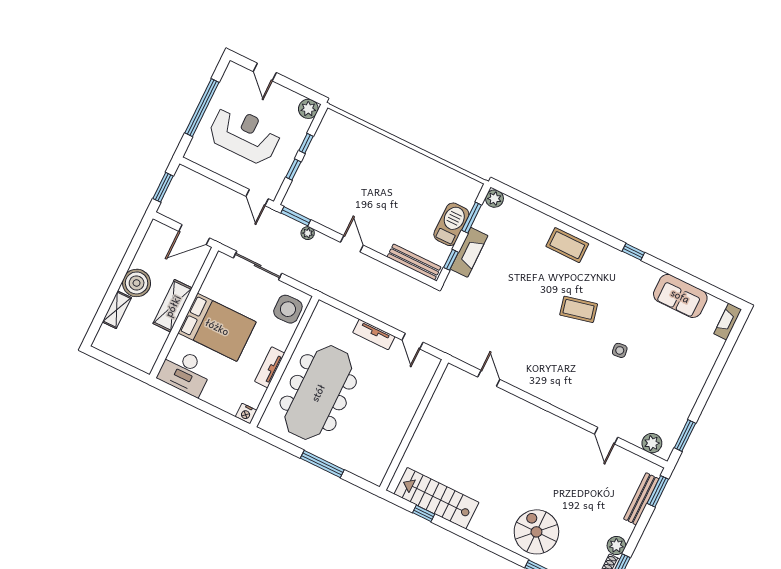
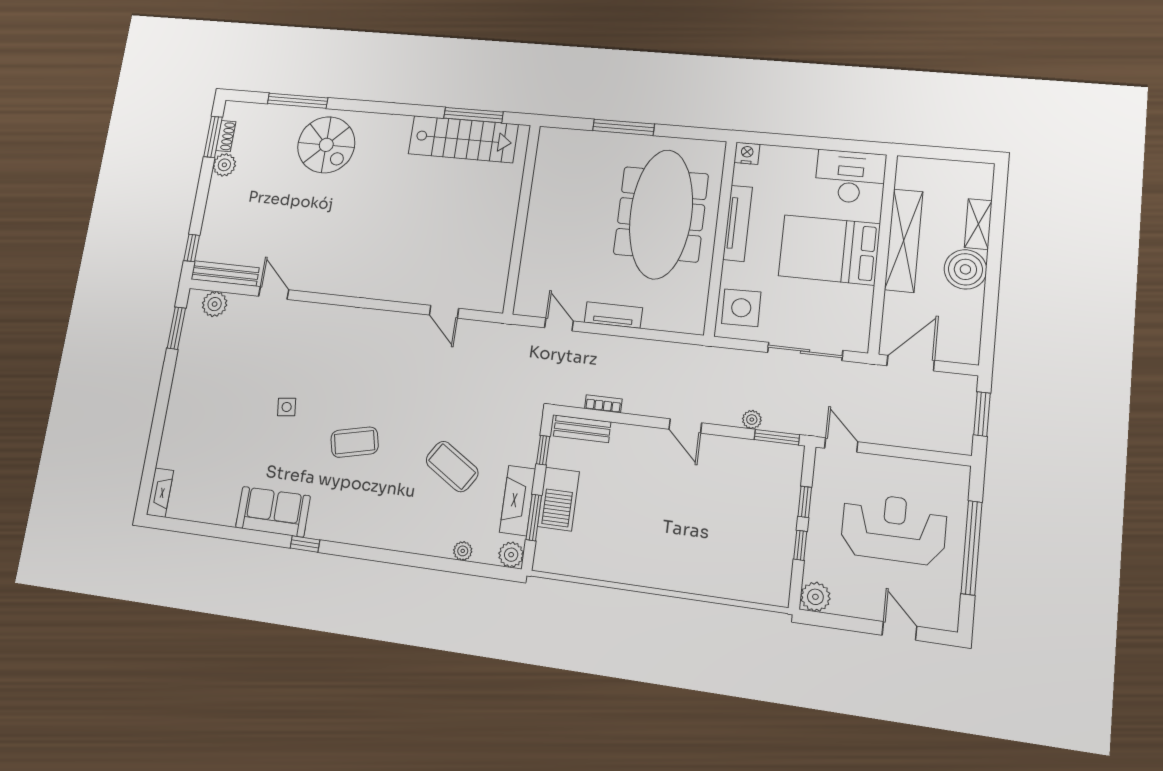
reception desk: (245, 135) -> (894, 529), turned 180
plant: (526, 212) -> (463, 551), added
coffee table: (567, 245) -> (452, 466), moved, turned 33
fireplace: (469, 252) -> (518, 500), moved
bench: (414, 262) -> (582, 429), width x0.73
bookcase: (401, 277) -> (603, 404), added
sofa: (680, 296) -> (273, 512), moved
shelving: (173, 306) -> (904, 241), width x1.47
tv unit: (270, 367) -> (738, 223), width x1.41
window: (658, 491) -> (192, 248), width x0.67
bench: (641, 499) -> (225, 274), moved, turned 90
window: (424, 513) -> (473, 115), width x2.17

